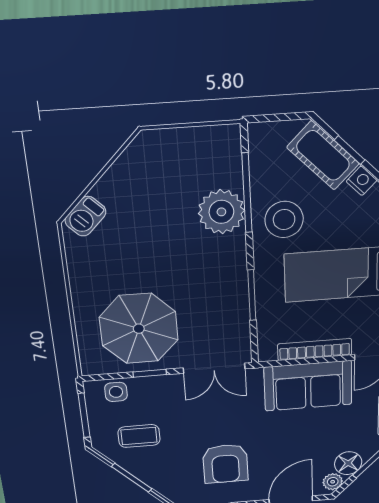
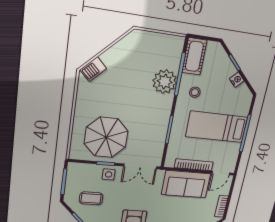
cot: (323, 156) -> (194, 56), moved, turned 45
stool: (284, 220) -> (195, 92), width x0.53, depth x0.53
side table: (116, 392) -> (109, 174), moved

